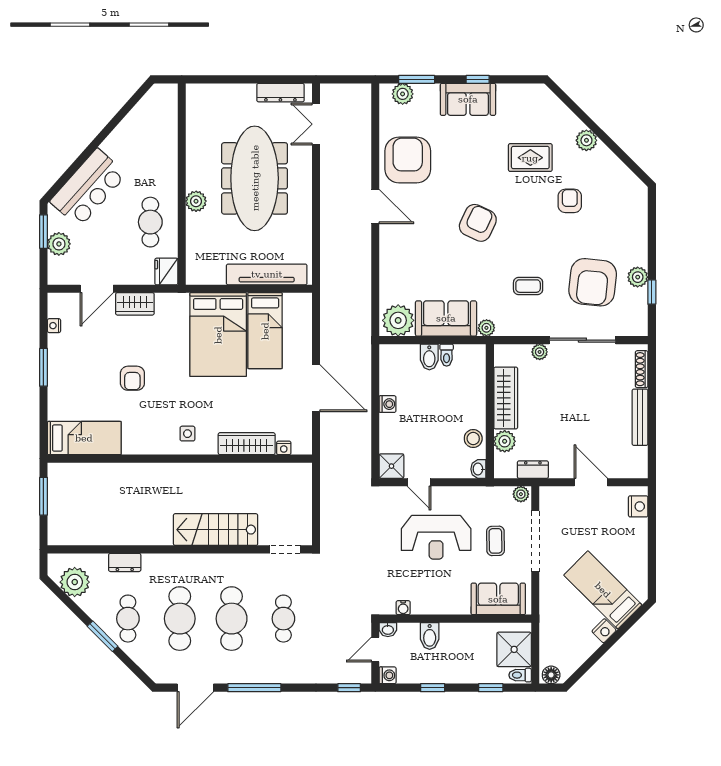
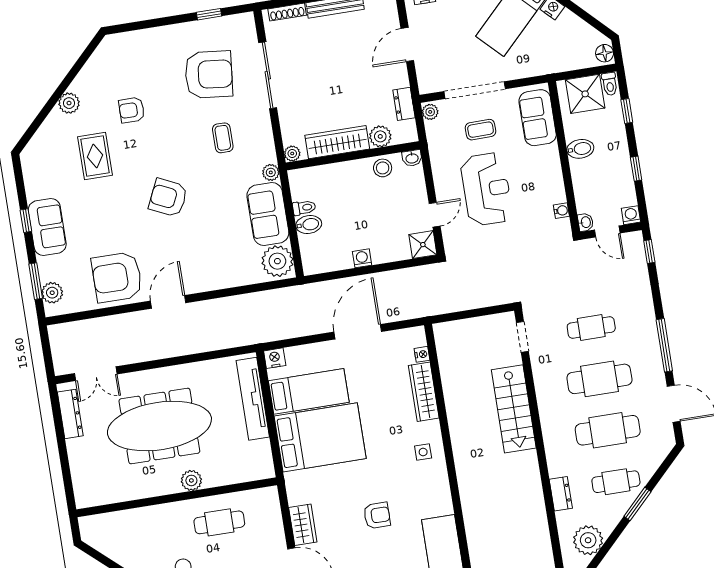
fridge: (166, 271) -> (266, 499), removed
plant: (638, 277) -> (196, 31), removed
nightstand: (303, 302) -> (275, 358), added
plant: (540, 352) -> (292, 154), moved
bidet: (430, 636) -> (580, 149), moved

